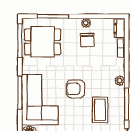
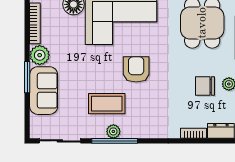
plant: (120, 81) -> (113, 131), moved

